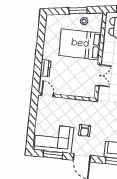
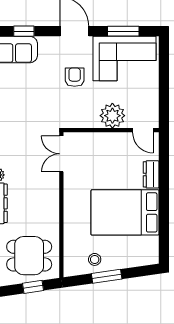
bed: (80, 44) -> (125, 212), moved, turned 180
double door: (98, 75) -> (61, 154), moved
plant: (65, 105) -> (112, 116), added

